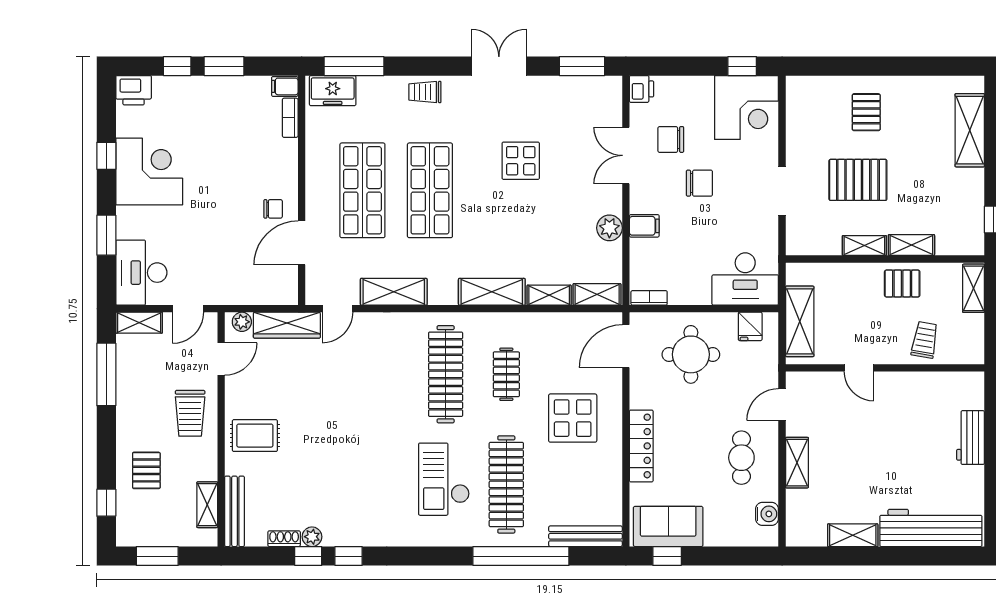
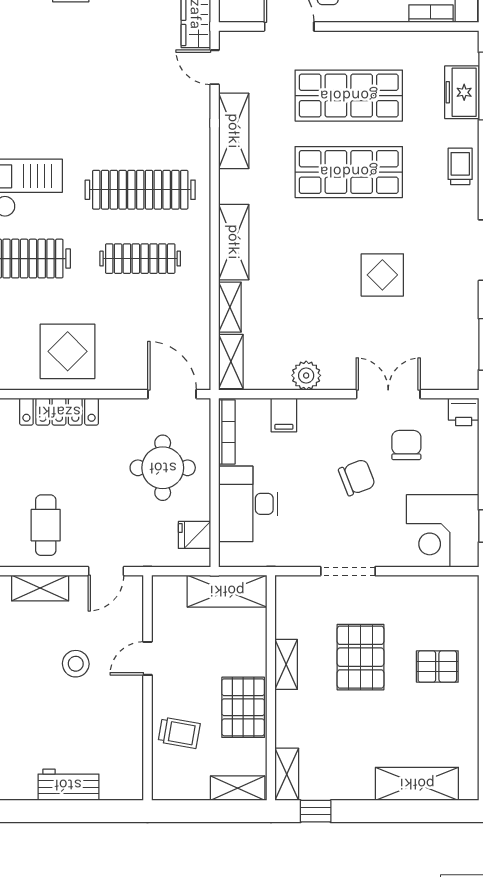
freezer: (333, 91) -> (462, 92), moved
chair: (699, 183) -> (357, 477), turned -111
filing cabinet: (644, 226) -> (284, 415), moved
shelving: (911, 245) -> (287, 774), moved
desk: (745, 279) -> (248, 504), moved
pallet: (902, 283) -> (243, 707), width x1.50, depth x1.42
bookcase: (649, 298) -> (227, 432), width x1.56
shelving: (800, 321) -> (227, 591), moved
clothes rail: (506, 374) -> (140, 259), width x1.36
door: (782, 404) -> (106, 571), swing flipped
display table: (573, 418) -> (68, 351), moved
stool: (864, 431) -> (76, 664), added
cafe table: (741, 458) -> (46, 525), turned 90

